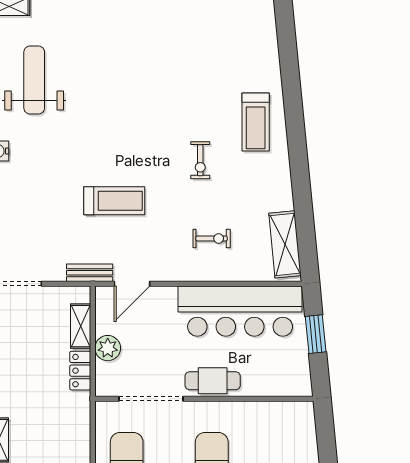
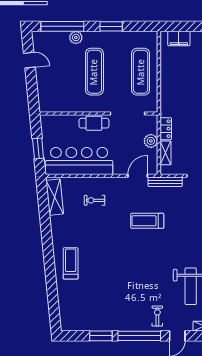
exercise bike: (200, 160) -> (157, 316), moved
bench: (90, 273) -> (165, 182), width x1.36

